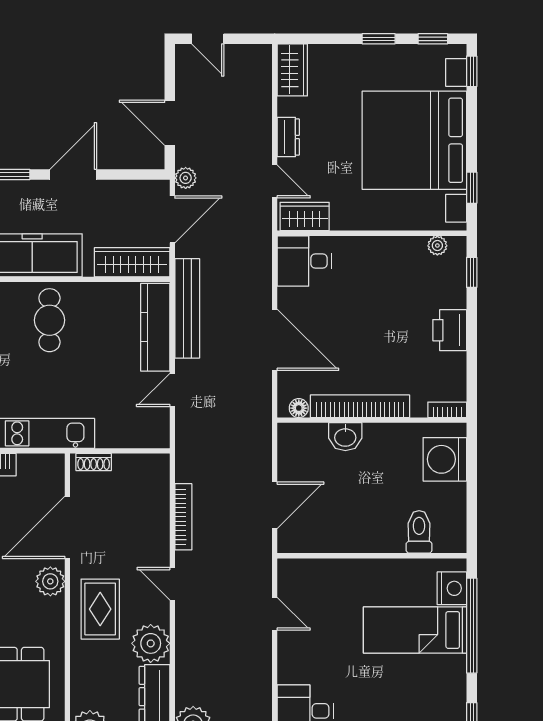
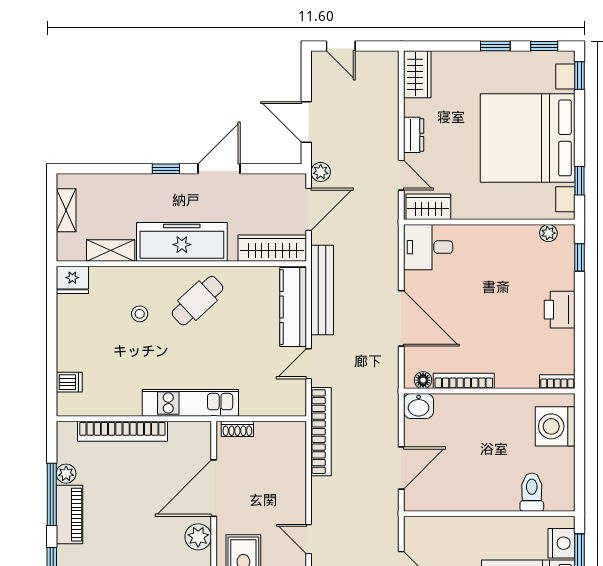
cafe table: (49, 320) -> (198, 301), turned 47
bookcase: (360, 406) -> (464, 381), width x0.68, depth x0.76
washbasin: (345, 437) -> (419, 406), moved
bookcase: (183, 517) -> (321, 432), moved, width x1.48, depth x1.31

